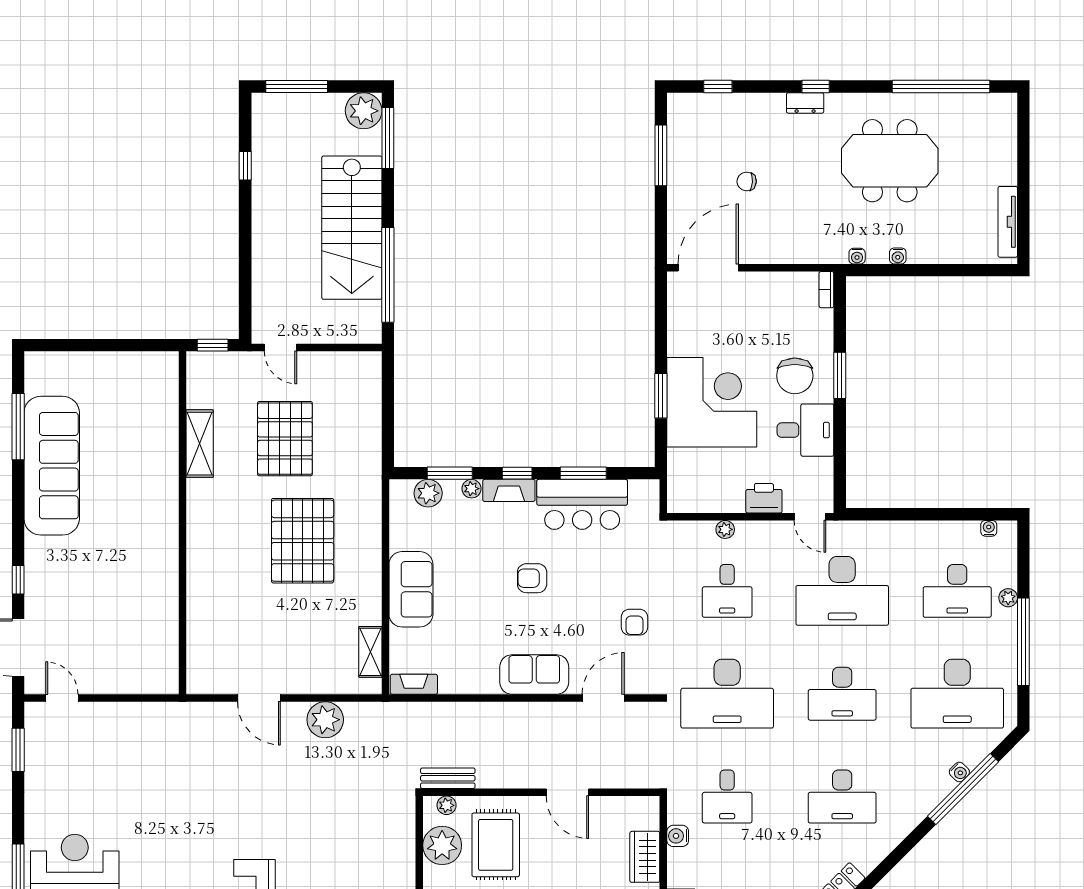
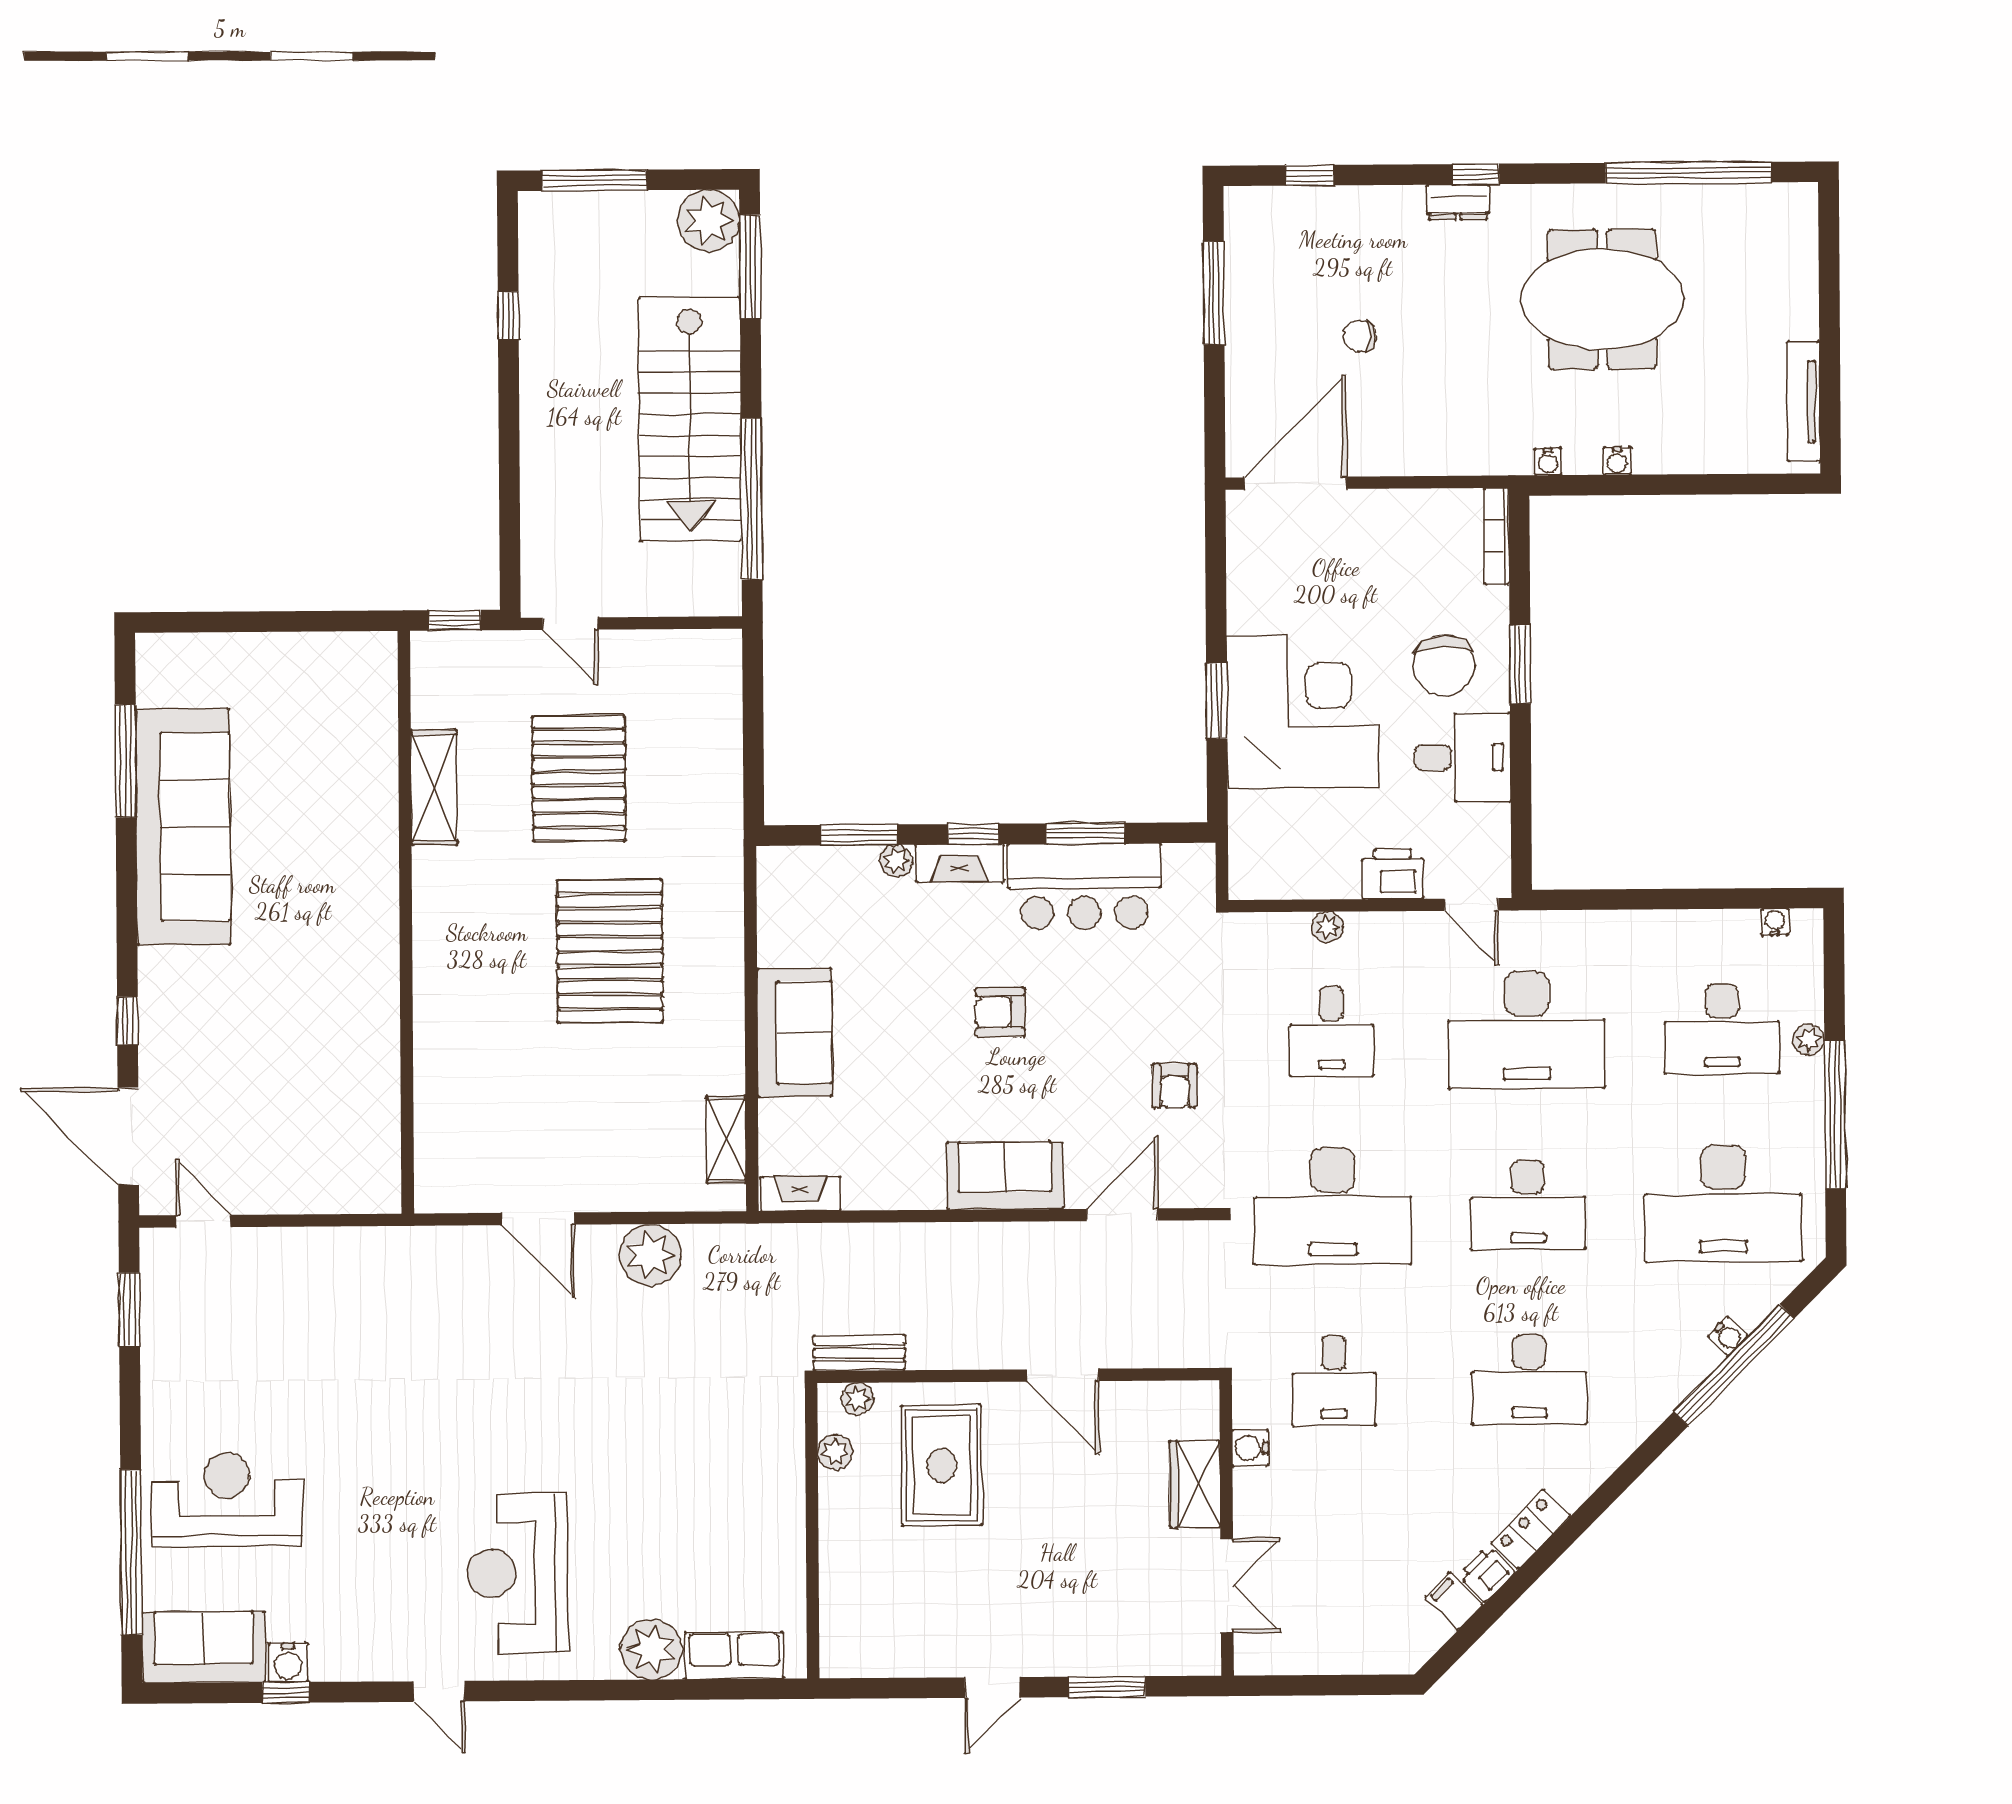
bookcase: (826, 290) -> (1497, 536), width x1.56
plant: (428, 493) -> (822, 869), removed
plant: (442, 845) -> (835, 1452), width x0.53, depth x0.53

